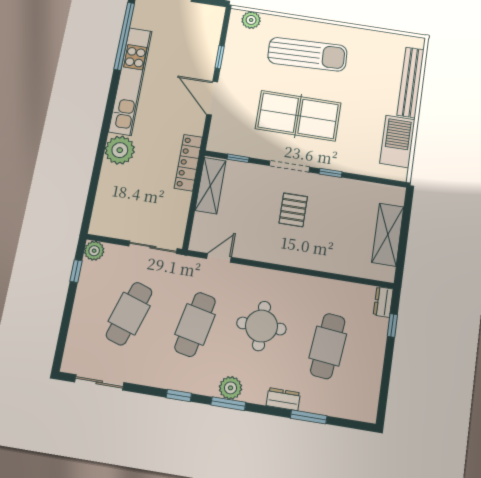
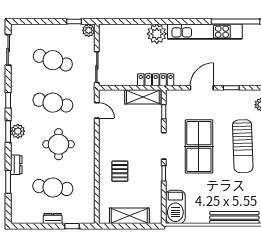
barbecue: (397, 141) -> (175, 207), moved, turned 90
pallet: (293, 210) -> (120, 171), moved, turned 90
dresser: (383, 302) -> (53, 218), moved

